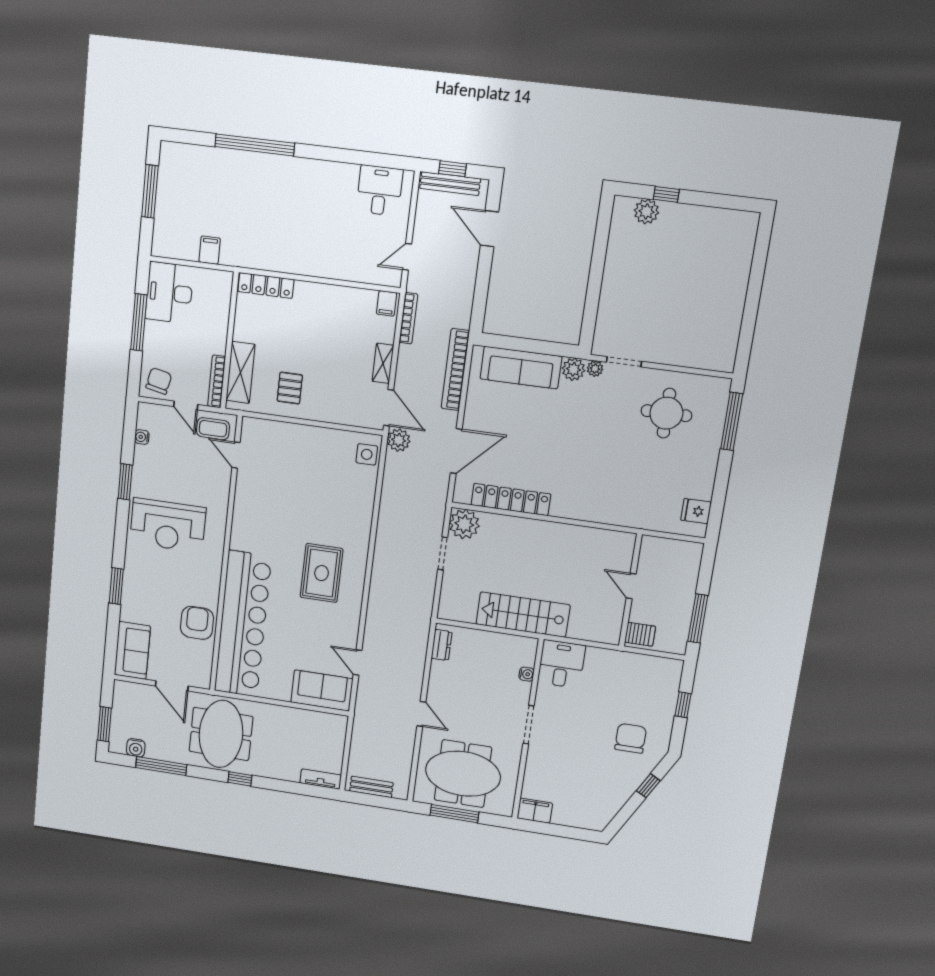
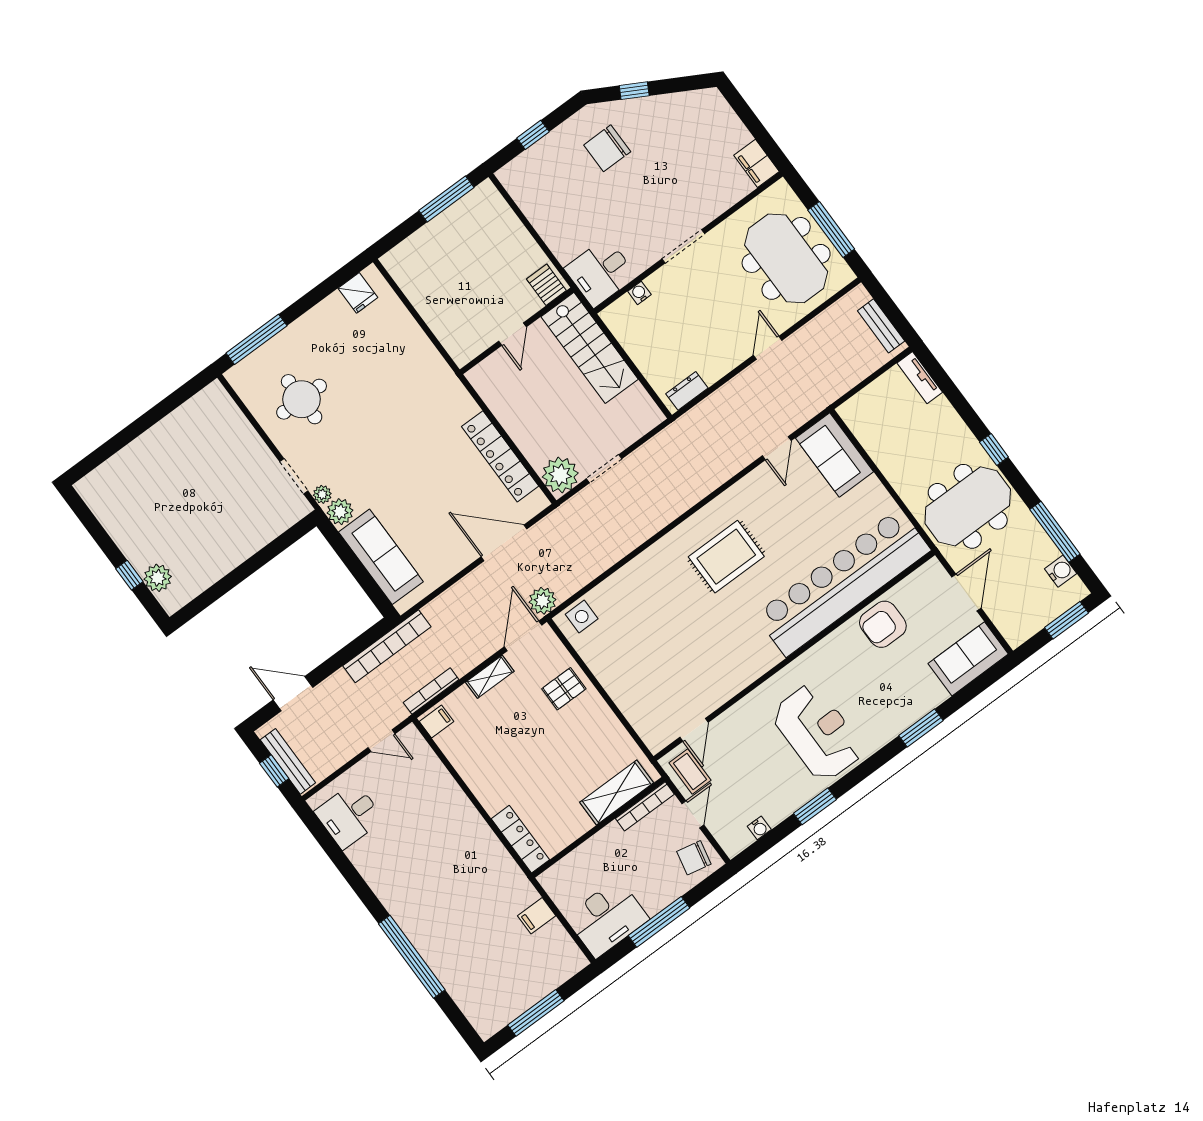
door: (489, 229) -> (293, 694), swing flipped
bookcase: (455, 370) -> (387, 646), moved
pallet: (290, 388) -> (564, 689), moved
door: (631, 586) -> (512, 334), moved
wall: (630, 590) -> (517, 331), moved
server rack: (640, 634) -> (546, 285), moved

